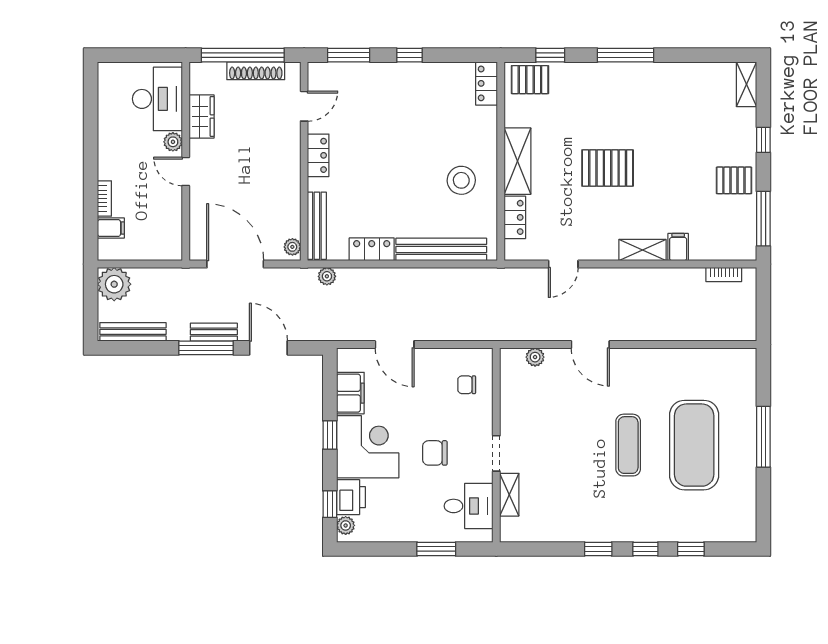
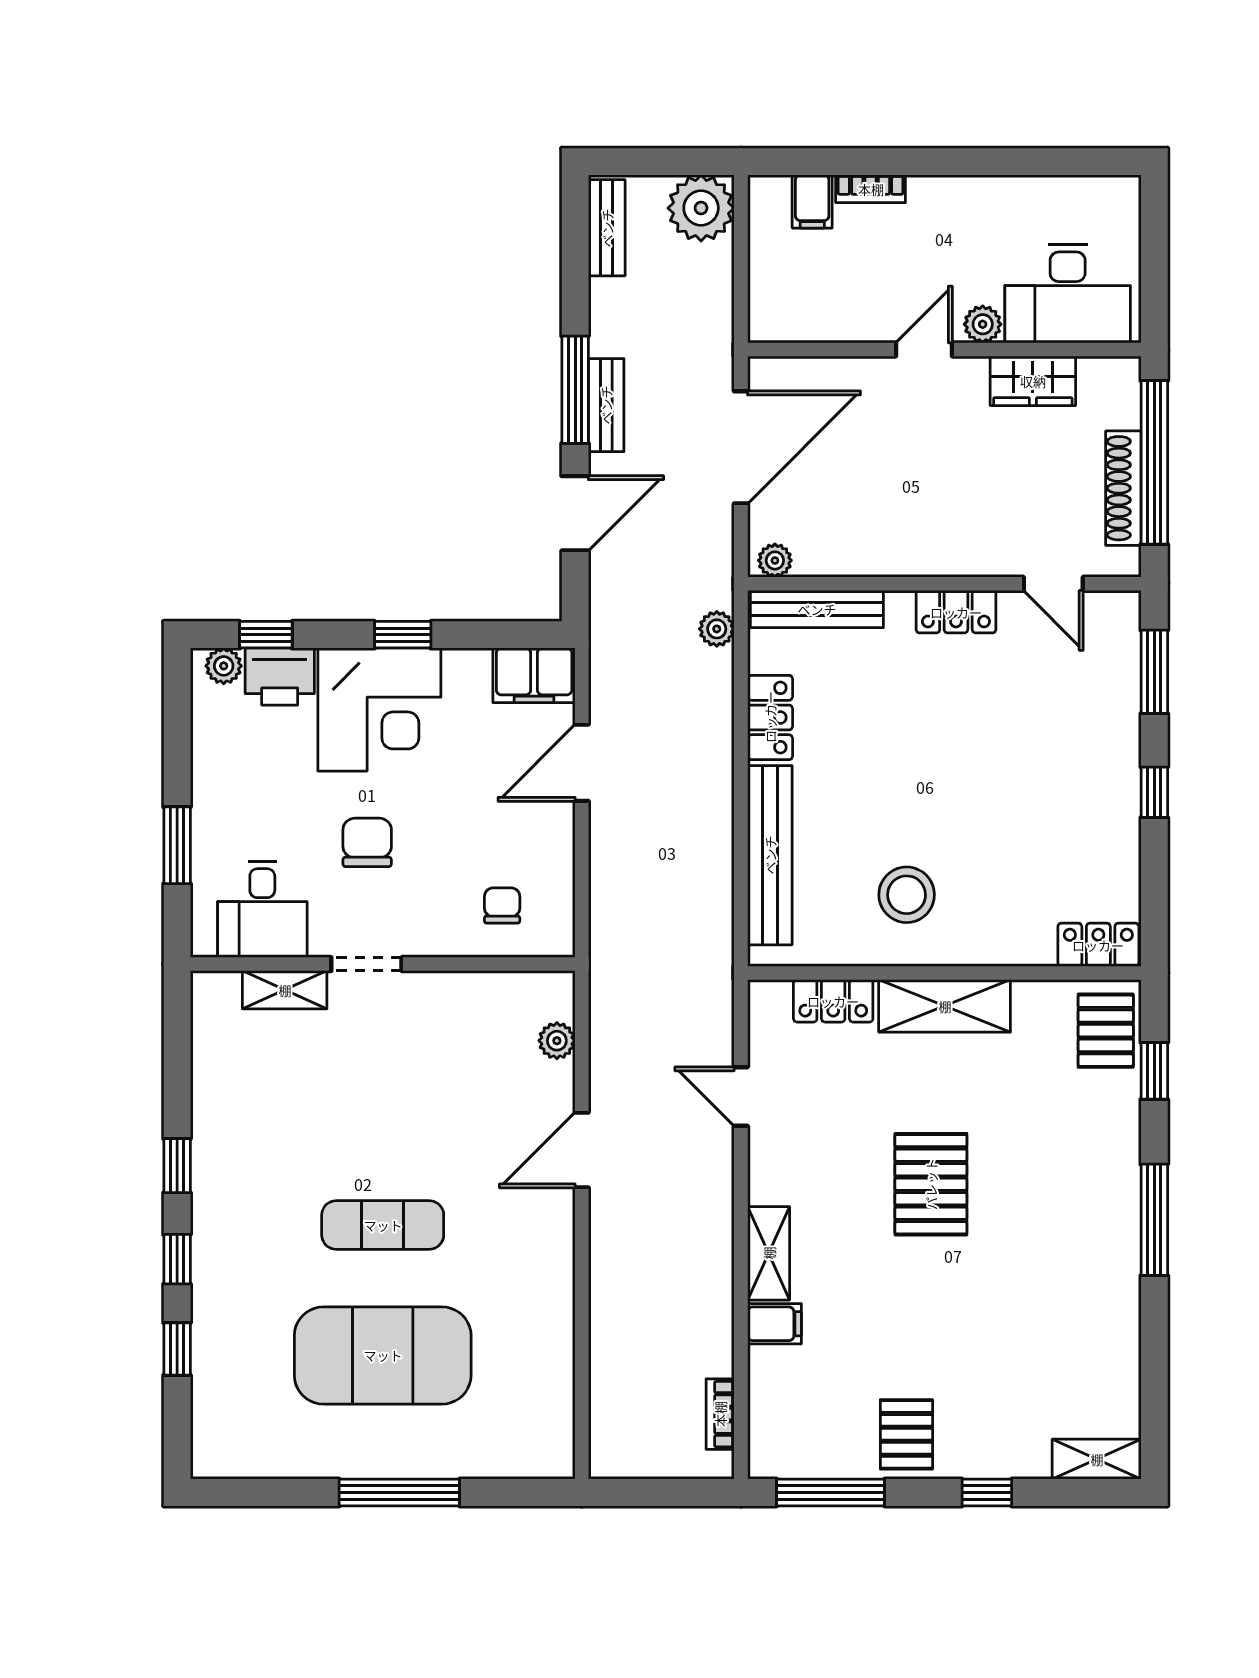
bench: (133, 332) -> (607, 228), width x0.73
filing cabinet: (350, 393) -> (534, 675), moved

